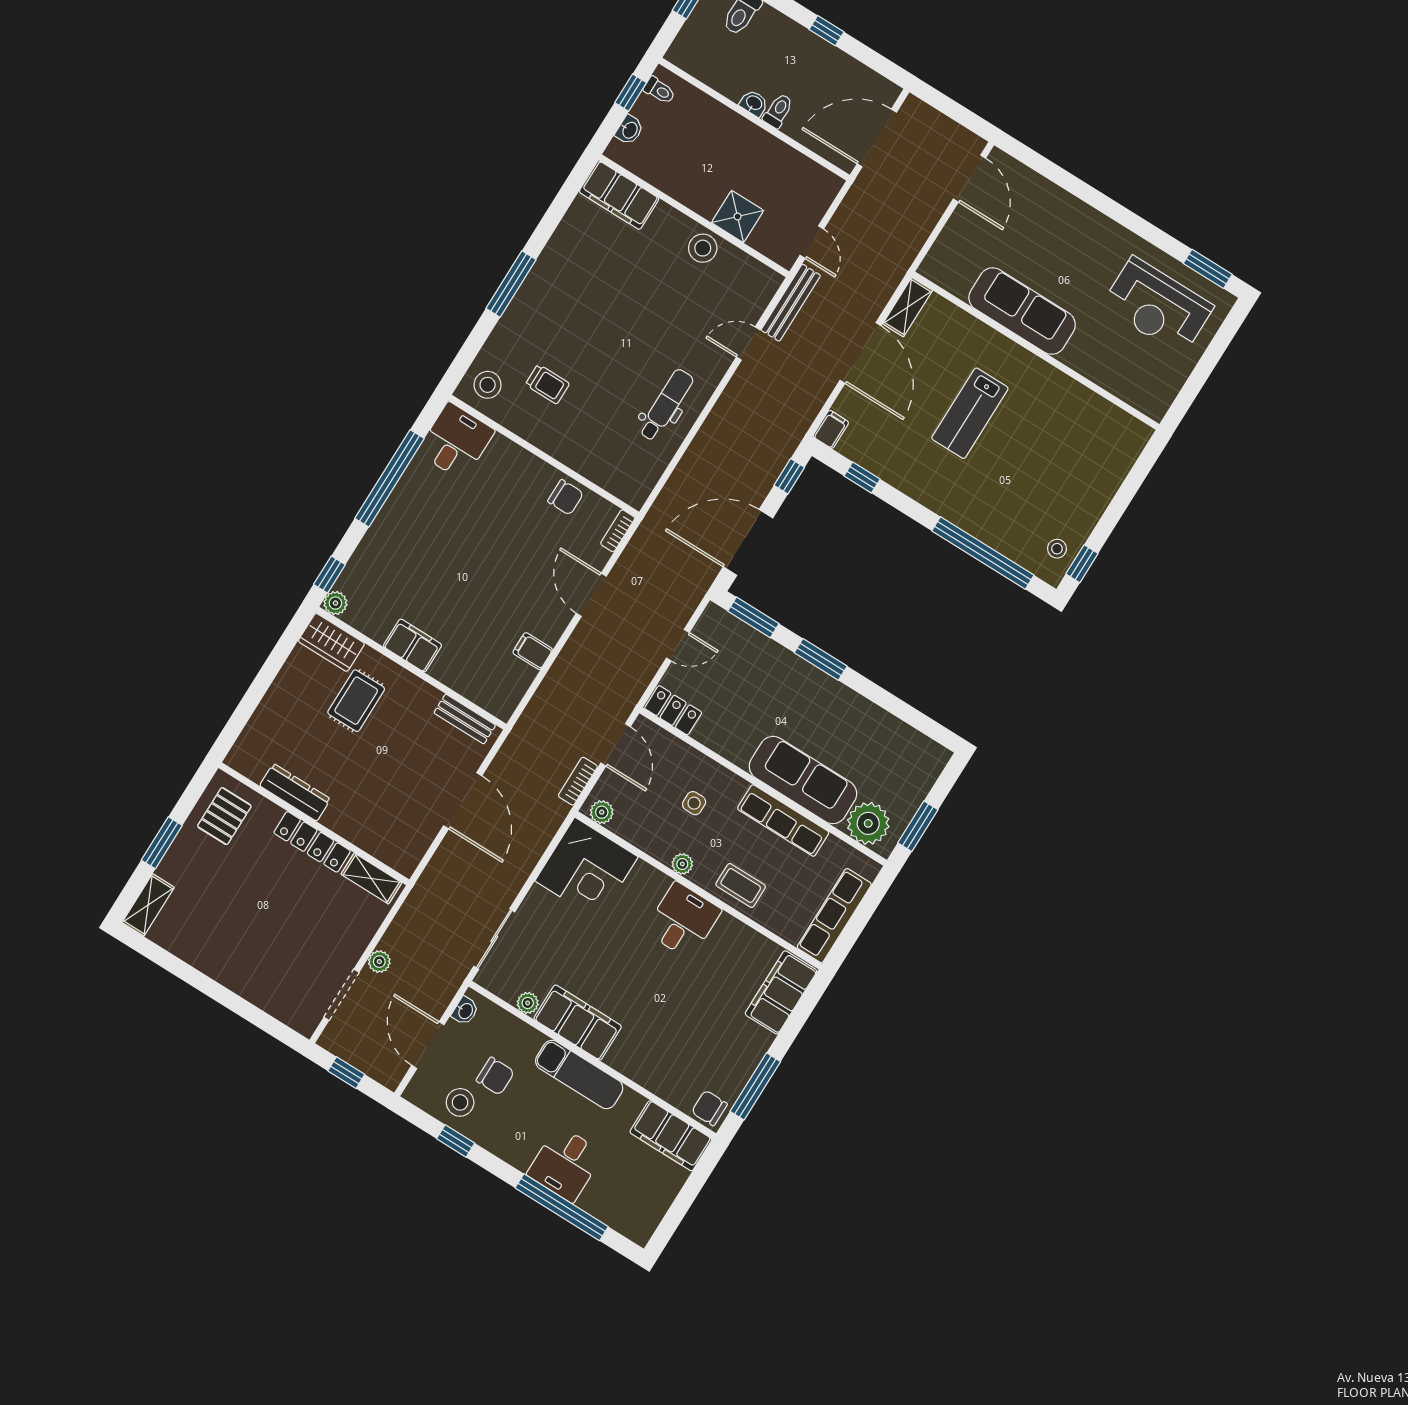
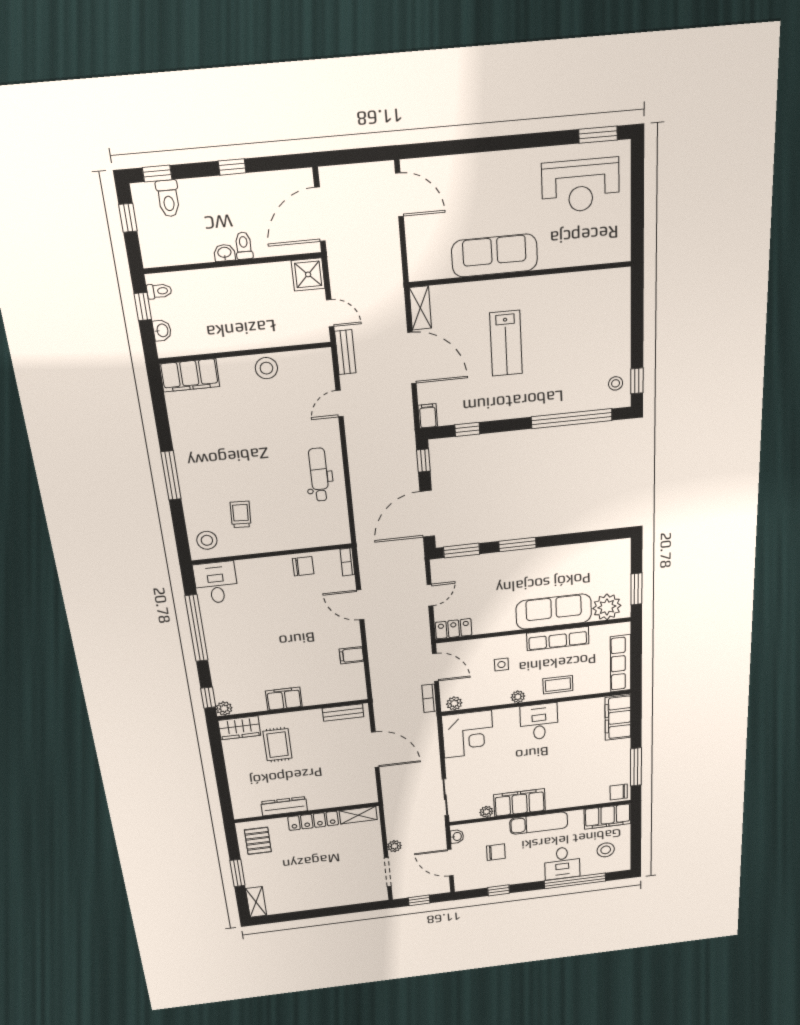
shower: (738, 216) -> (308, 274), moved
bench: (791, 303) -> (345, 352), width x0.73
trolley: (547, 384) -> (241, 514), turned -87
stool: (460, 1102) -> (606, 850), moved

